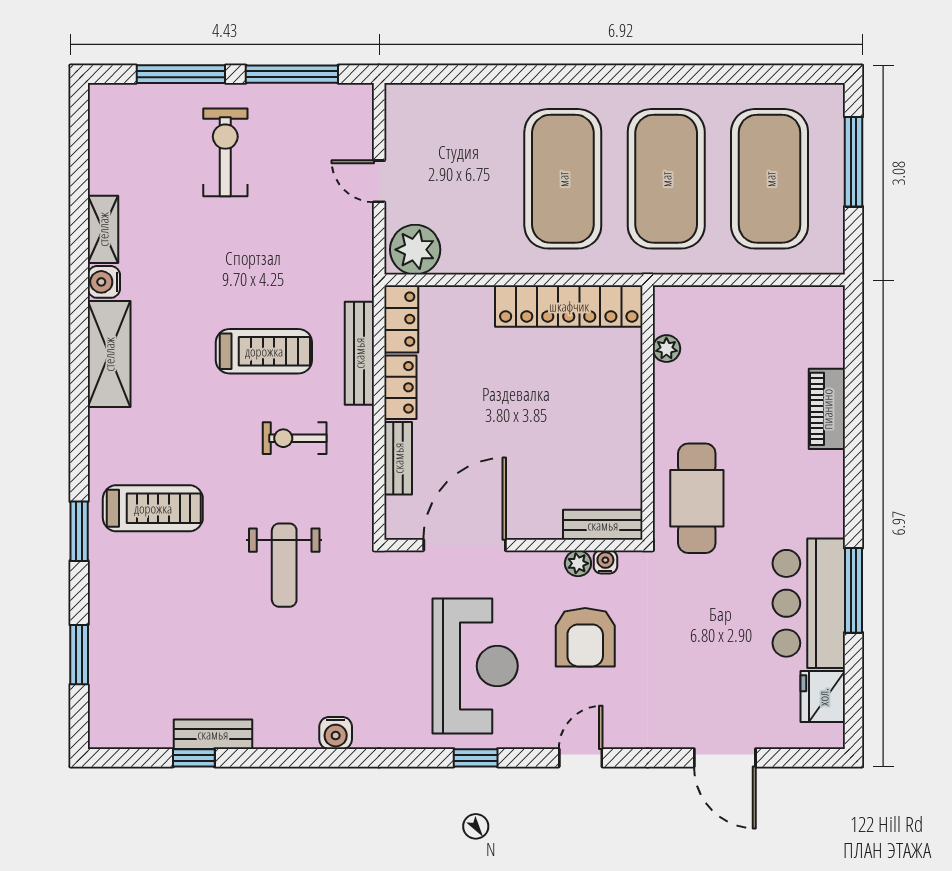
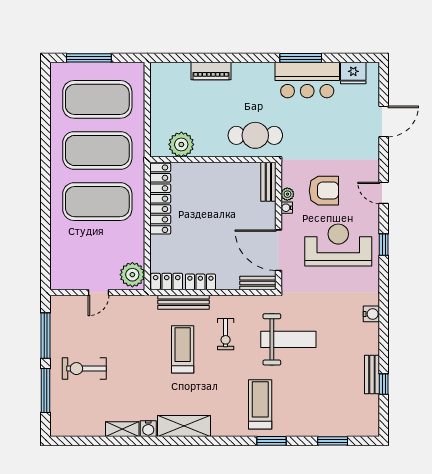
plant: (666, 349) -> (181, 144), width x1.88, depth x1.88
bench: (398, 458) -> (258, 283), moved
water cooler: (605, 562) -> (287, 208), moved
weight bench: (284, 565) -> (288, 339), width x1.36, depth x1.33

